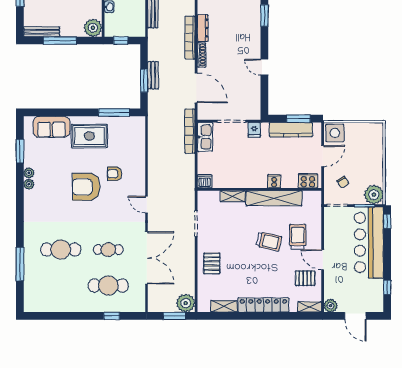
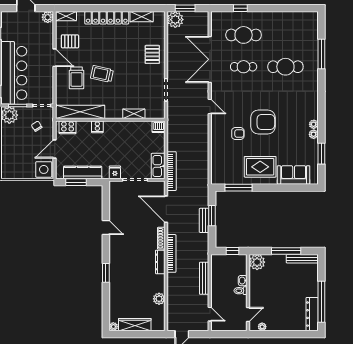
shelving: (274, 198) -> (80, 112), moved

